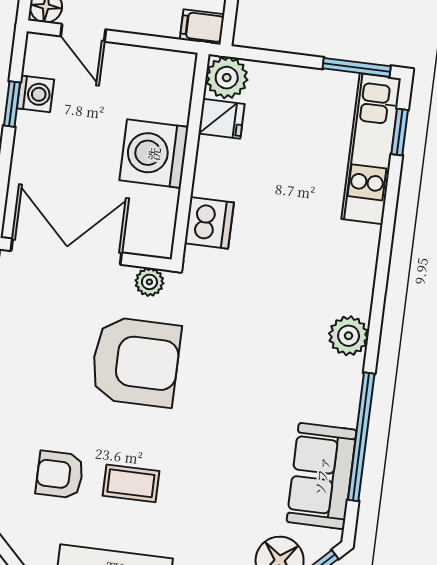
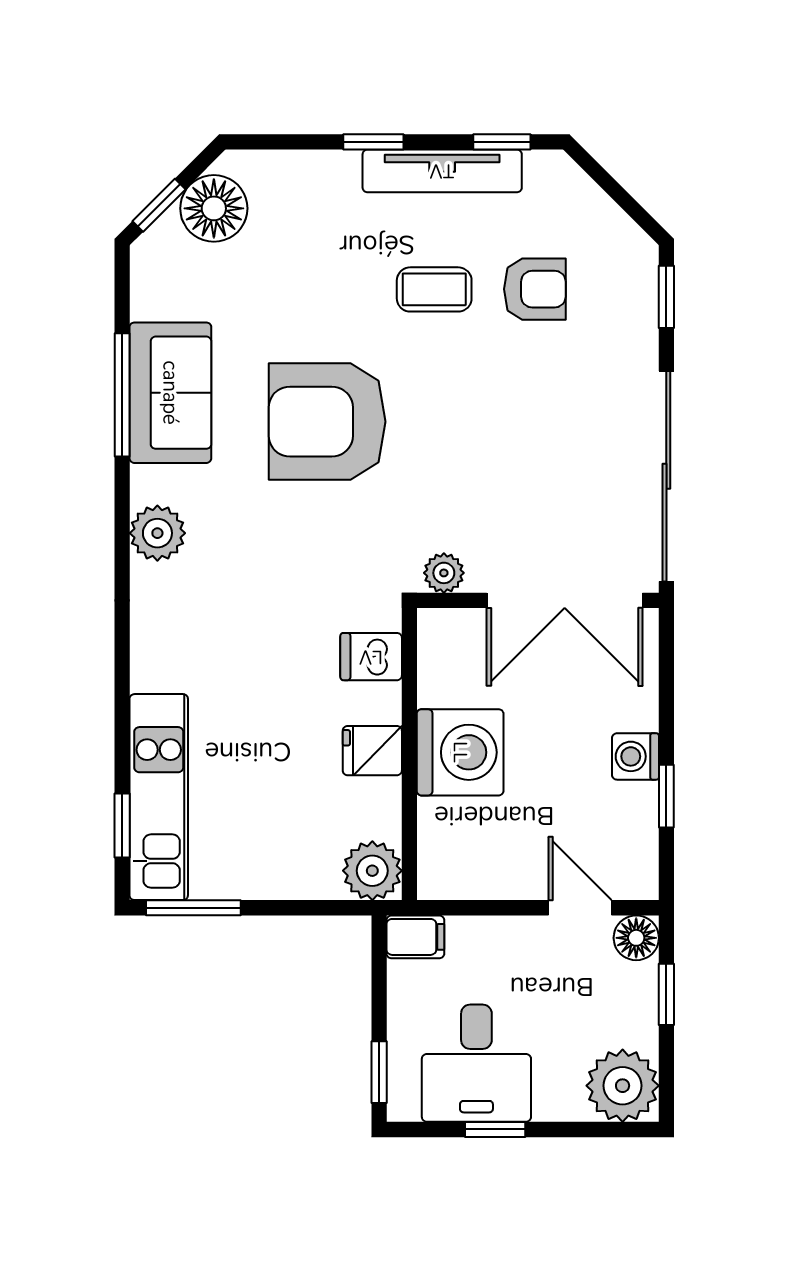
washing machine: (35, 94) -> (635, 756), moved
fridge: (221, 119) -> (372, 751), moved
dishwasher: (209, 223) -> (371, 657), width x0.73
armchair: (136, 362) -> (327, 422), moved
window: (361, 437) -> (122, 395), width x0.68
sofa: (322, 476) -> (170, 393), moved

